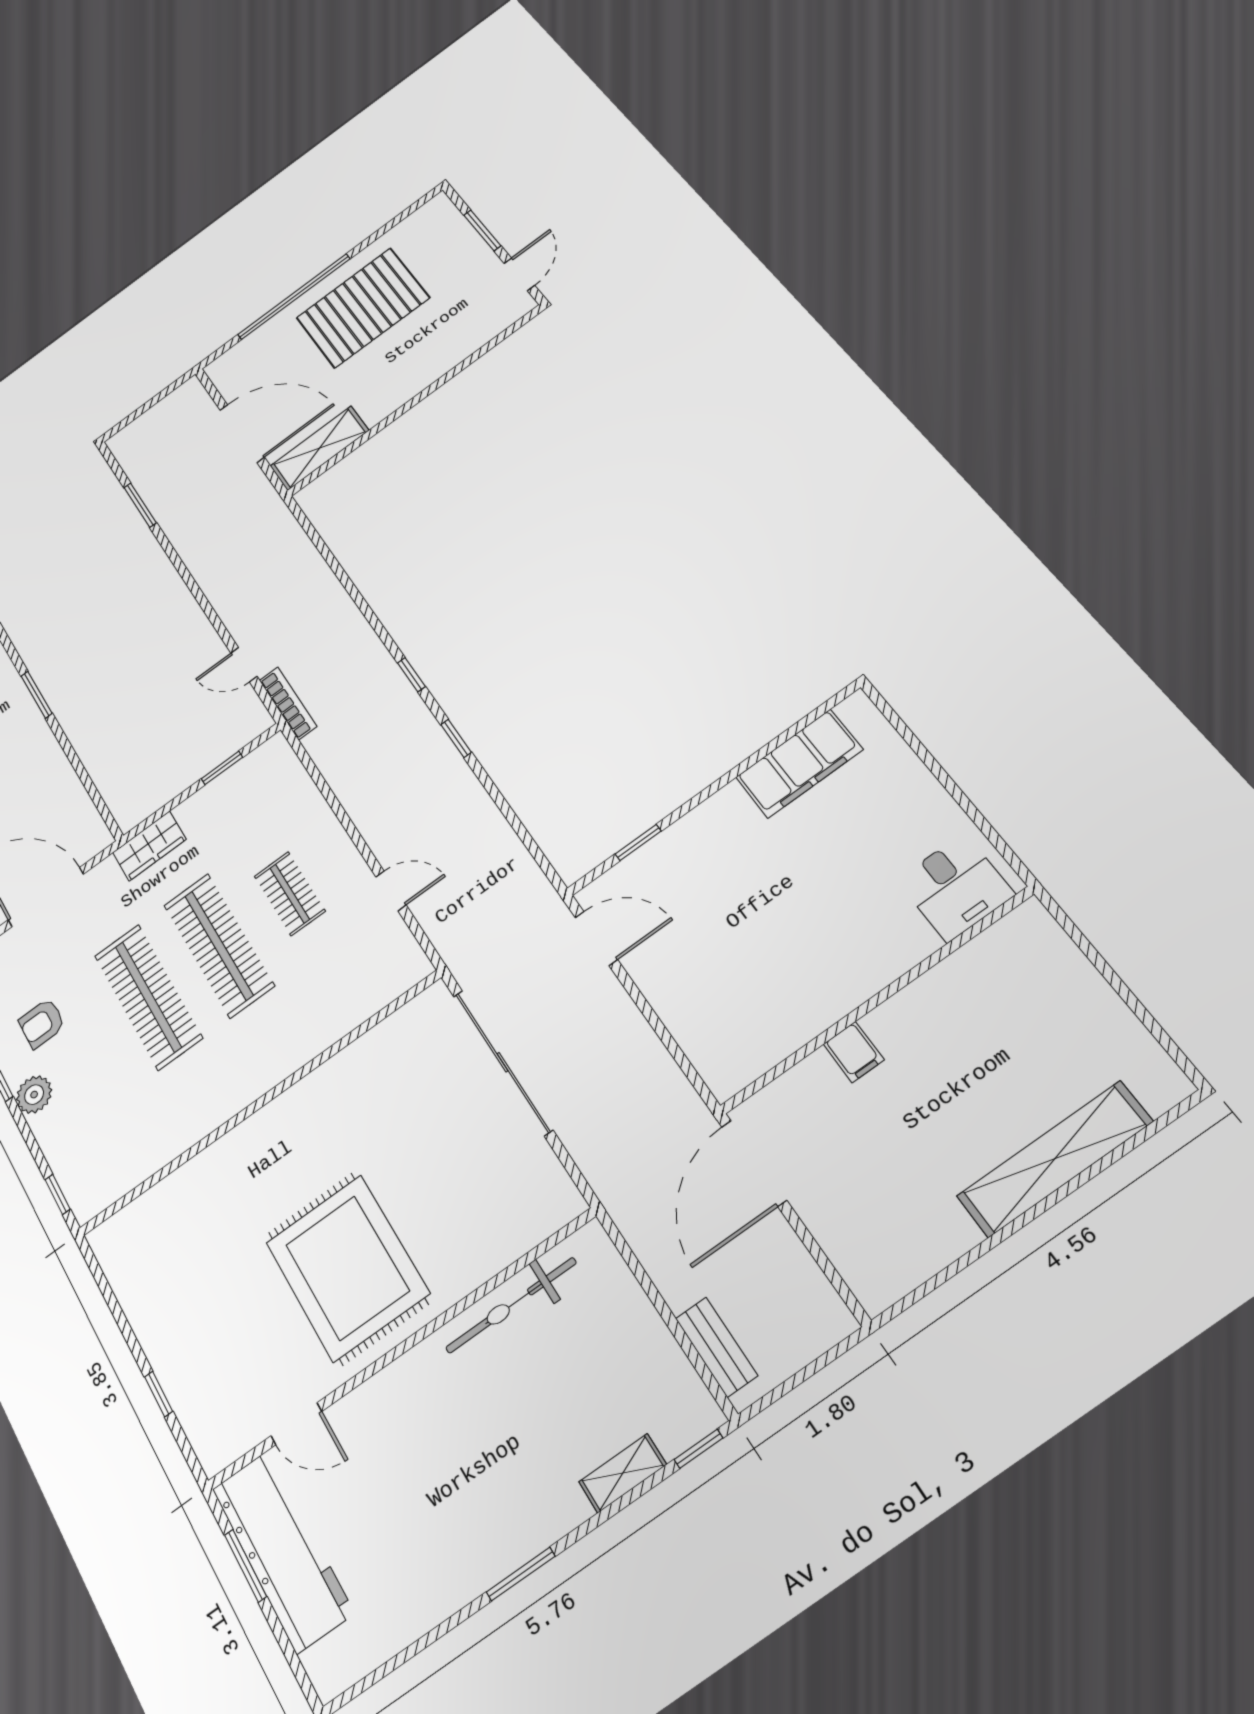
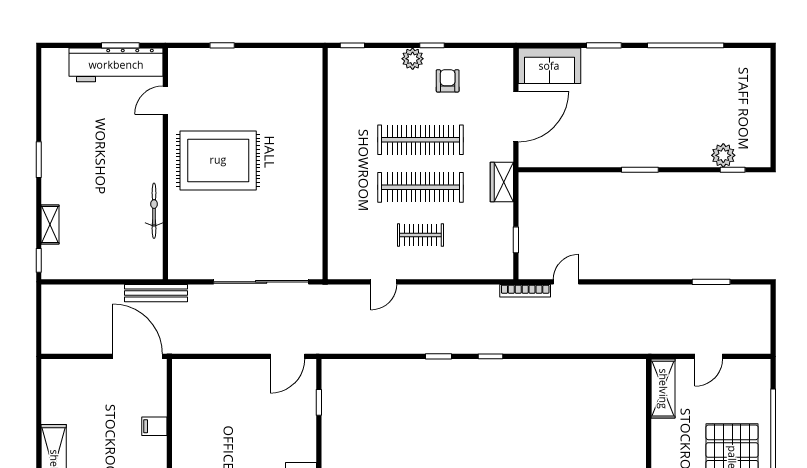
door: (242, 433) -> (709, 356), width x0.53
bicycle: (511, 1305) -> (154, 211), width x0.73, depth x0.71
bench: (716, 1347) -> (156, 293), moved, width x1.36

